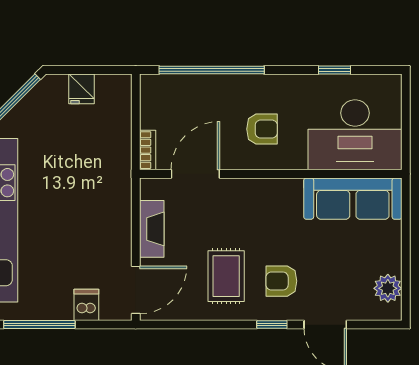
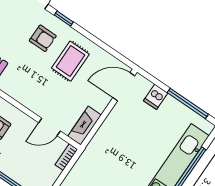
door: (195, 174) -> (49, 127), width x0.73
fireplace: (152, 229) -> (85, 126), moved

